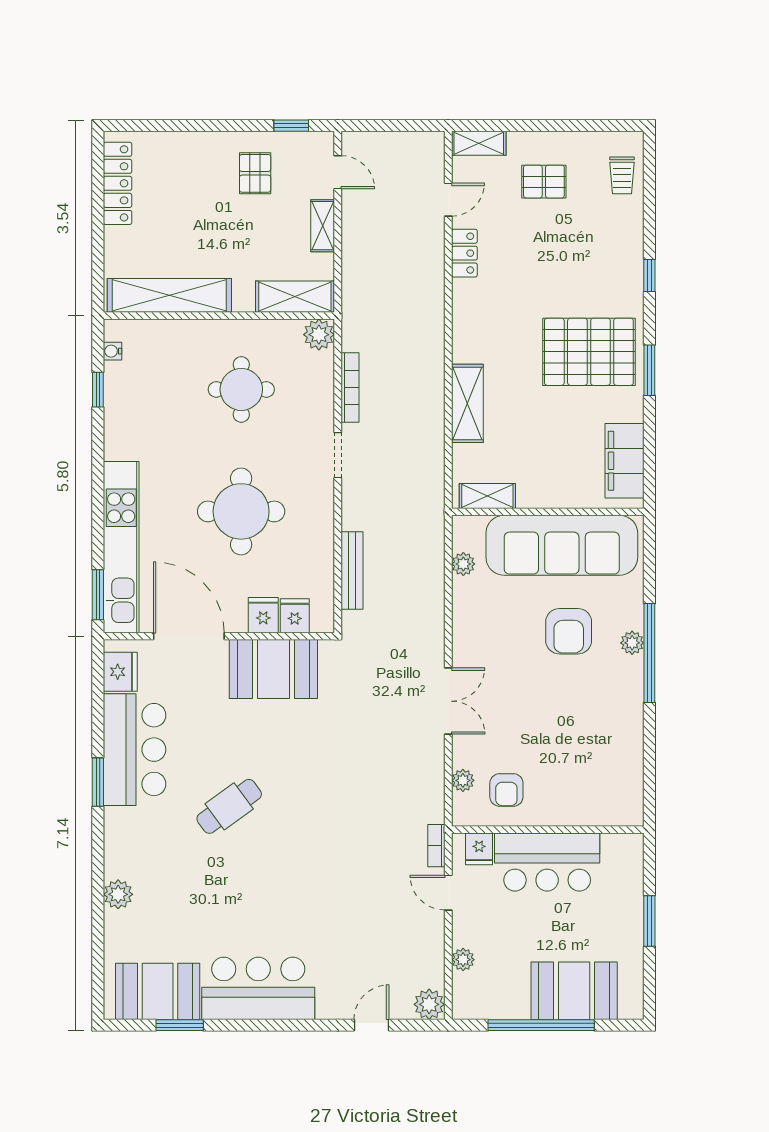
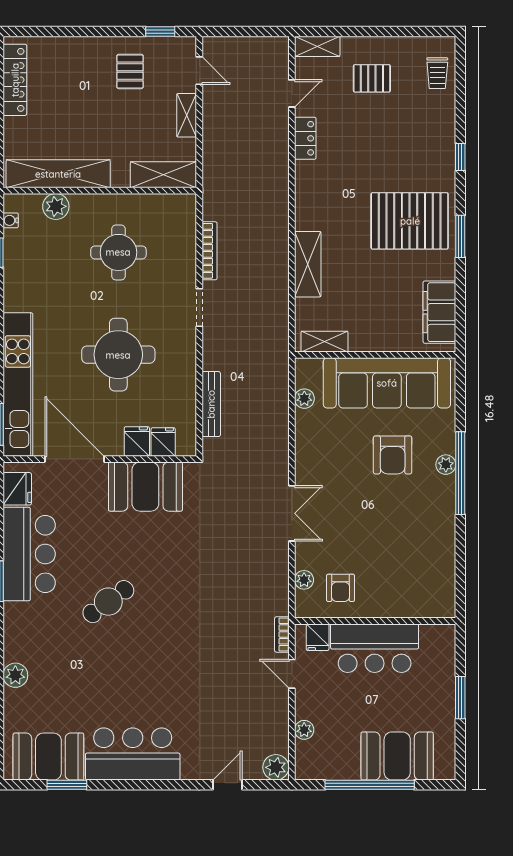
plant: (319, 335) -> (56, 206), moved

